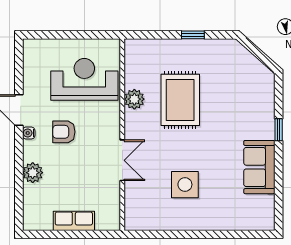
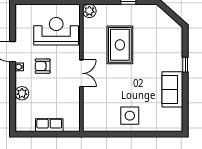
plant: (134, 99) -> (89, 11), moved
double door: (122, 160) -> (81, 73), moved
side table: (185, 185) -> (130, 116), moved

